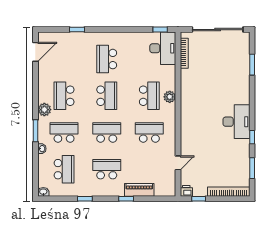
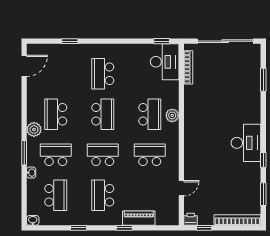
school desk: (107, 169) -> (103, 195), turned -90

